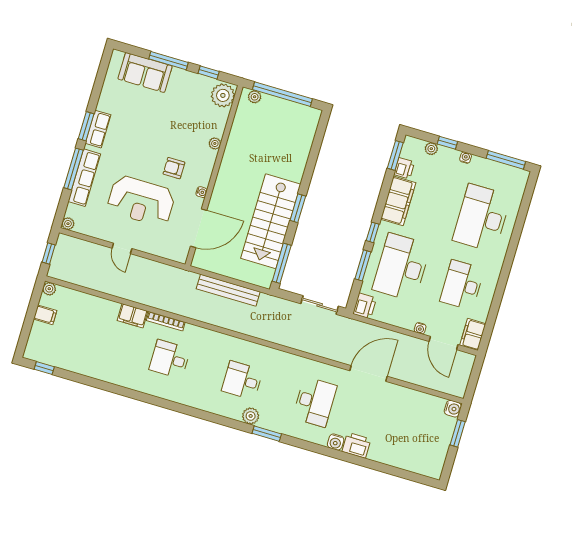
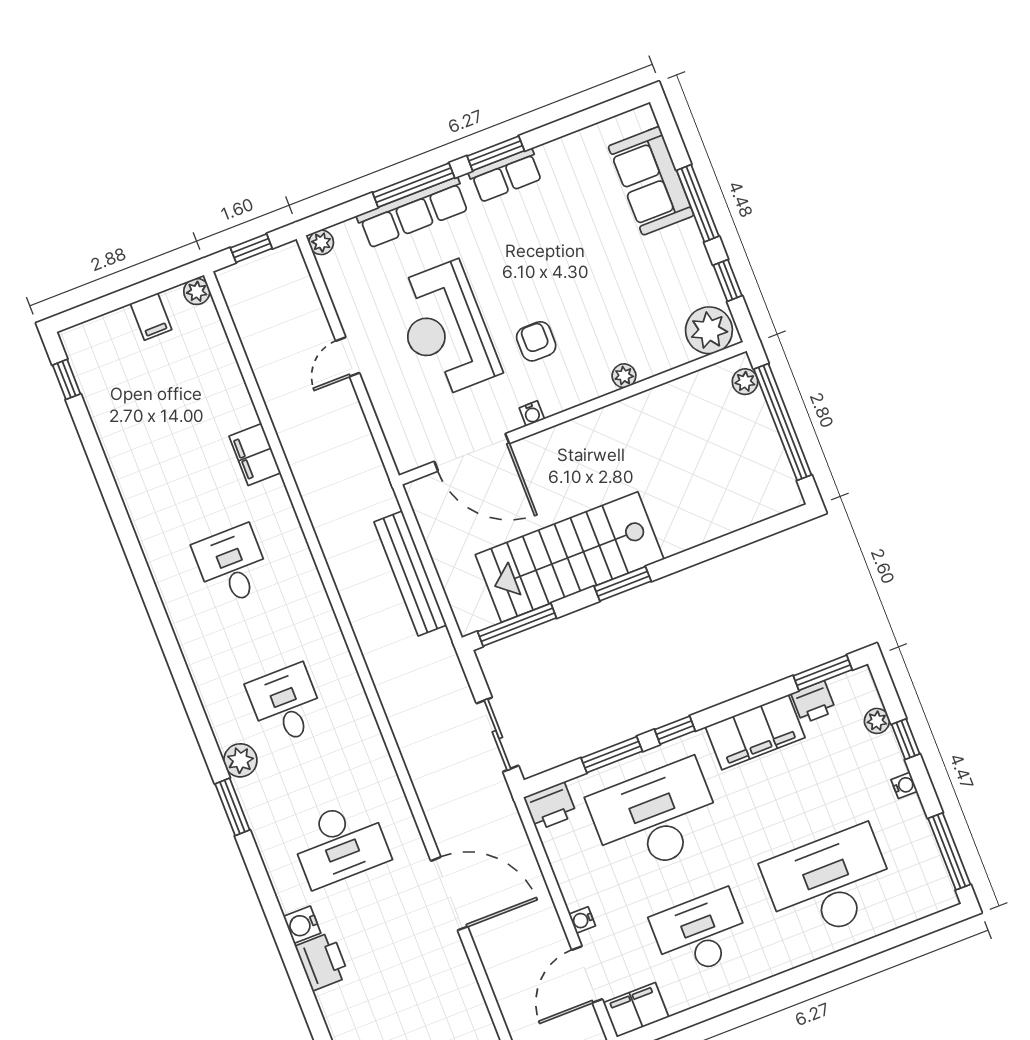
bookcase: (166, 321) -> (286, 513), removed

